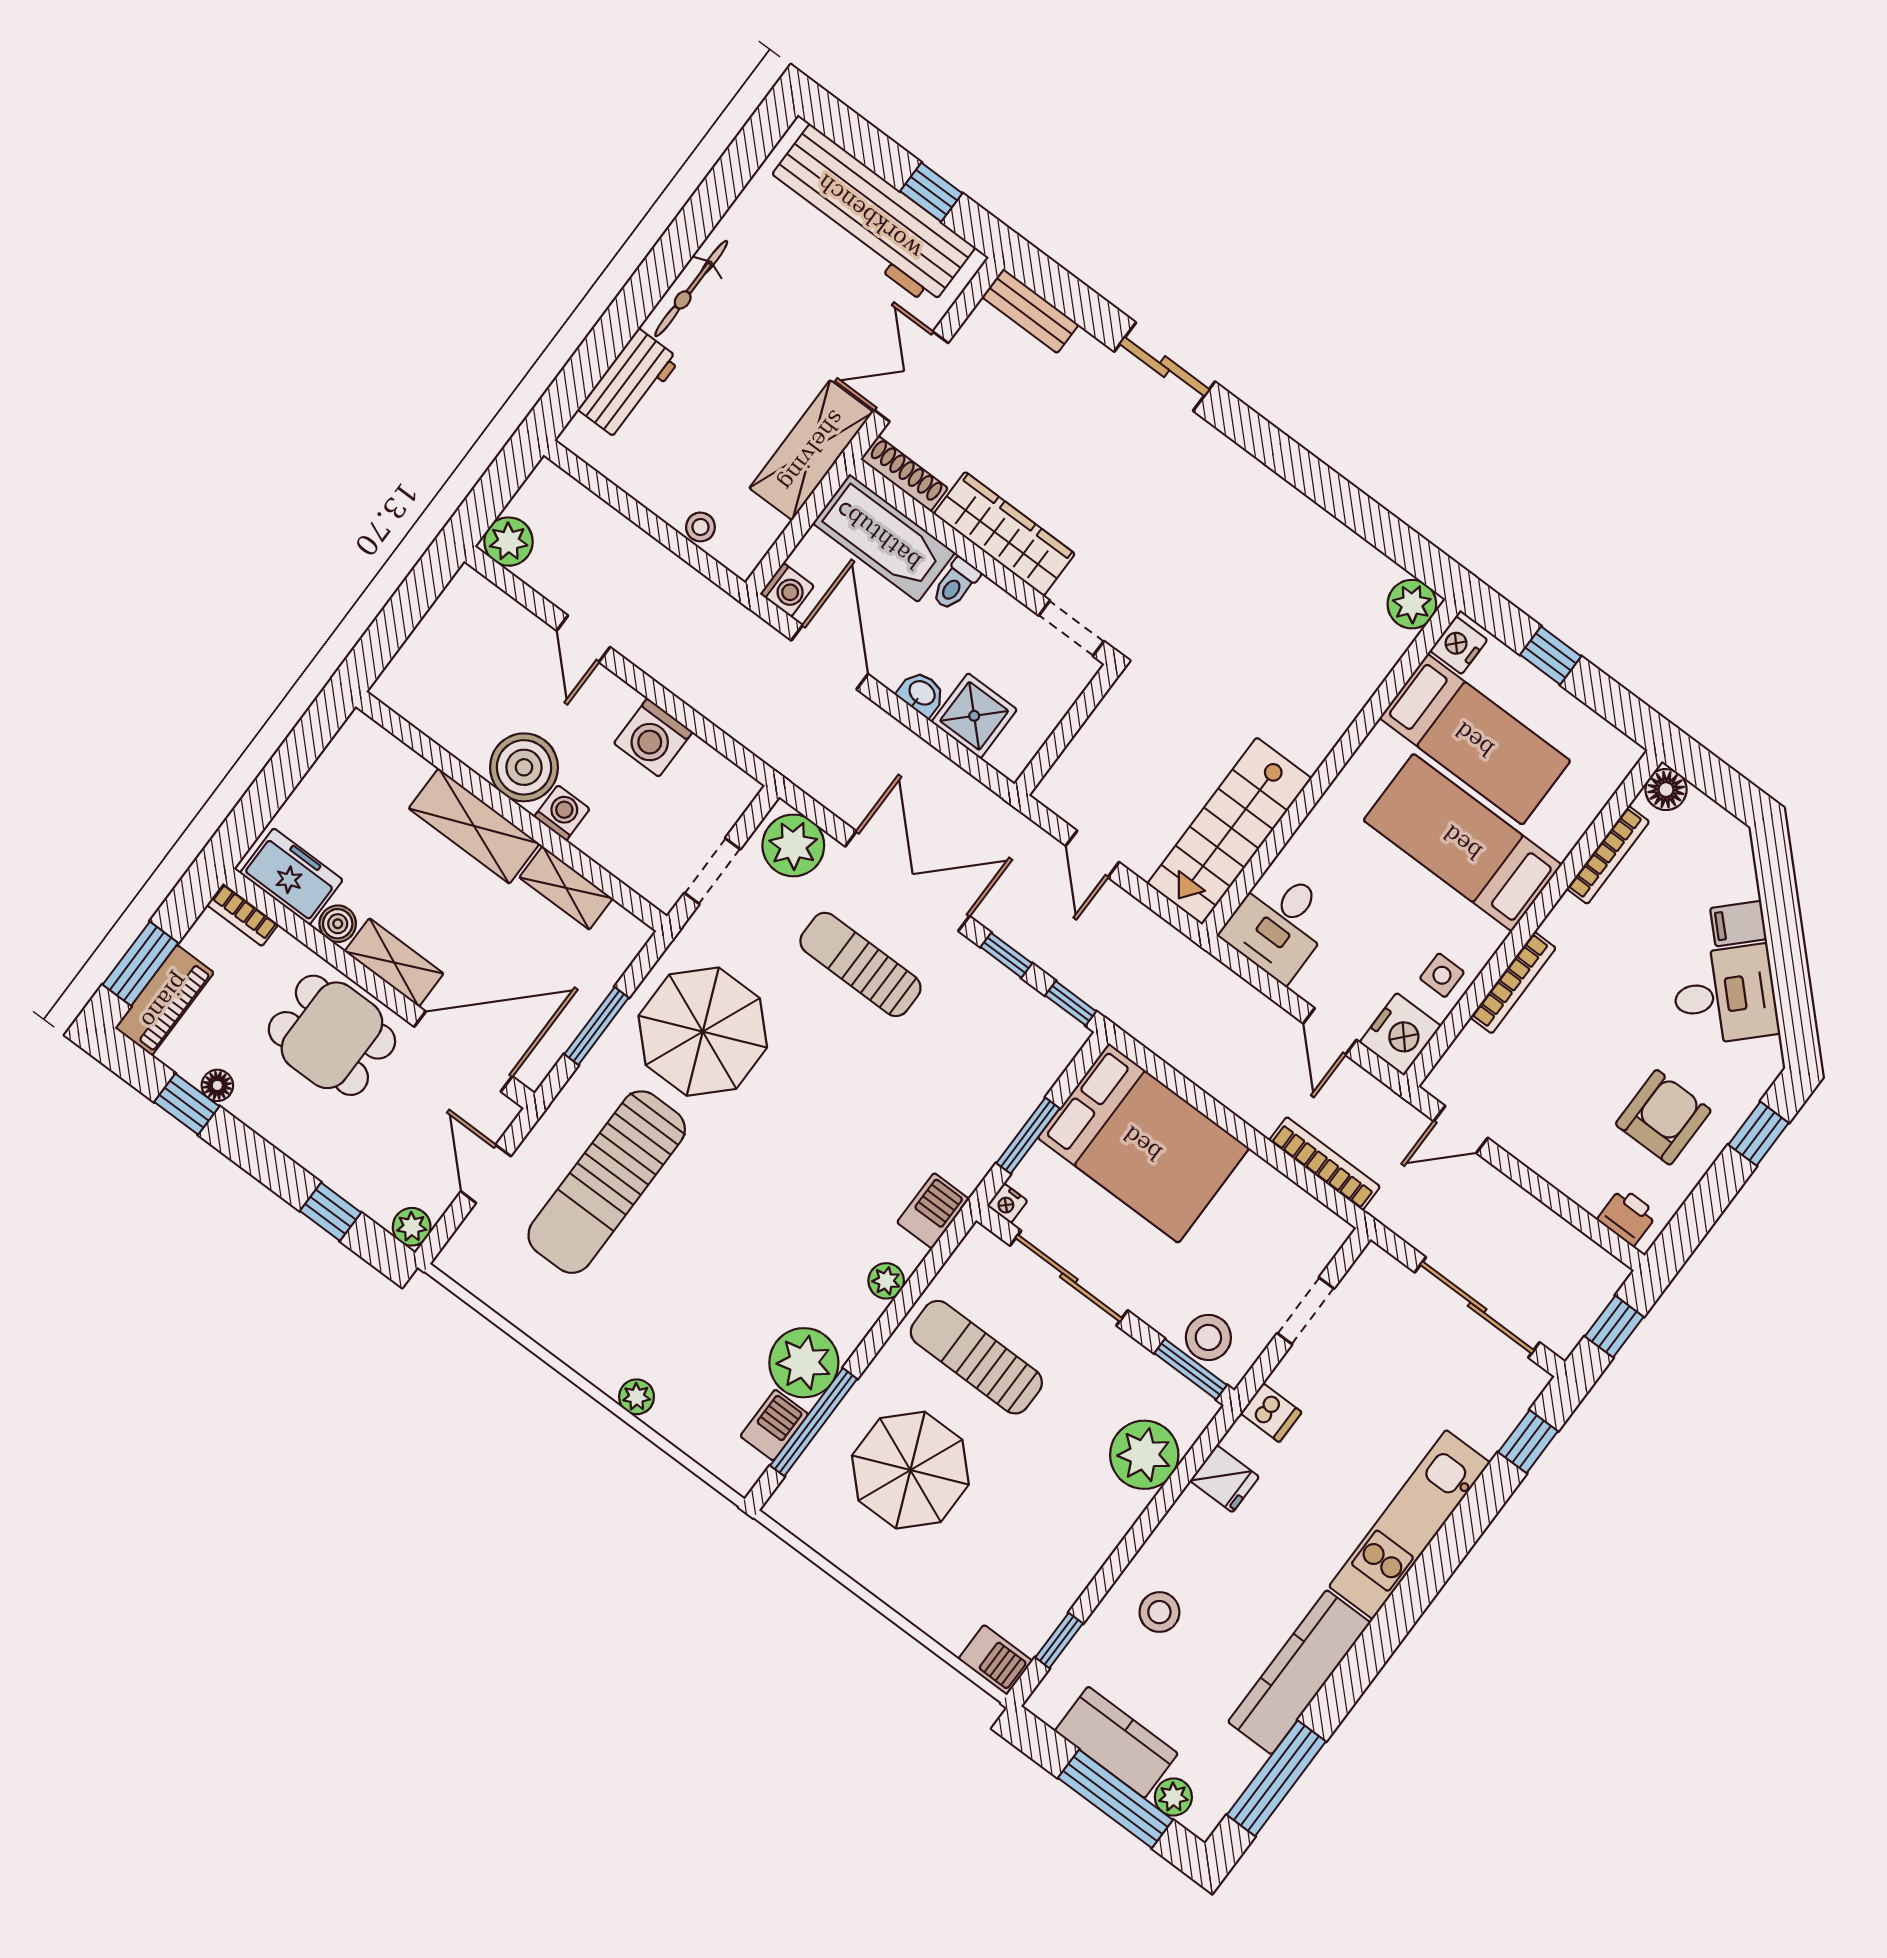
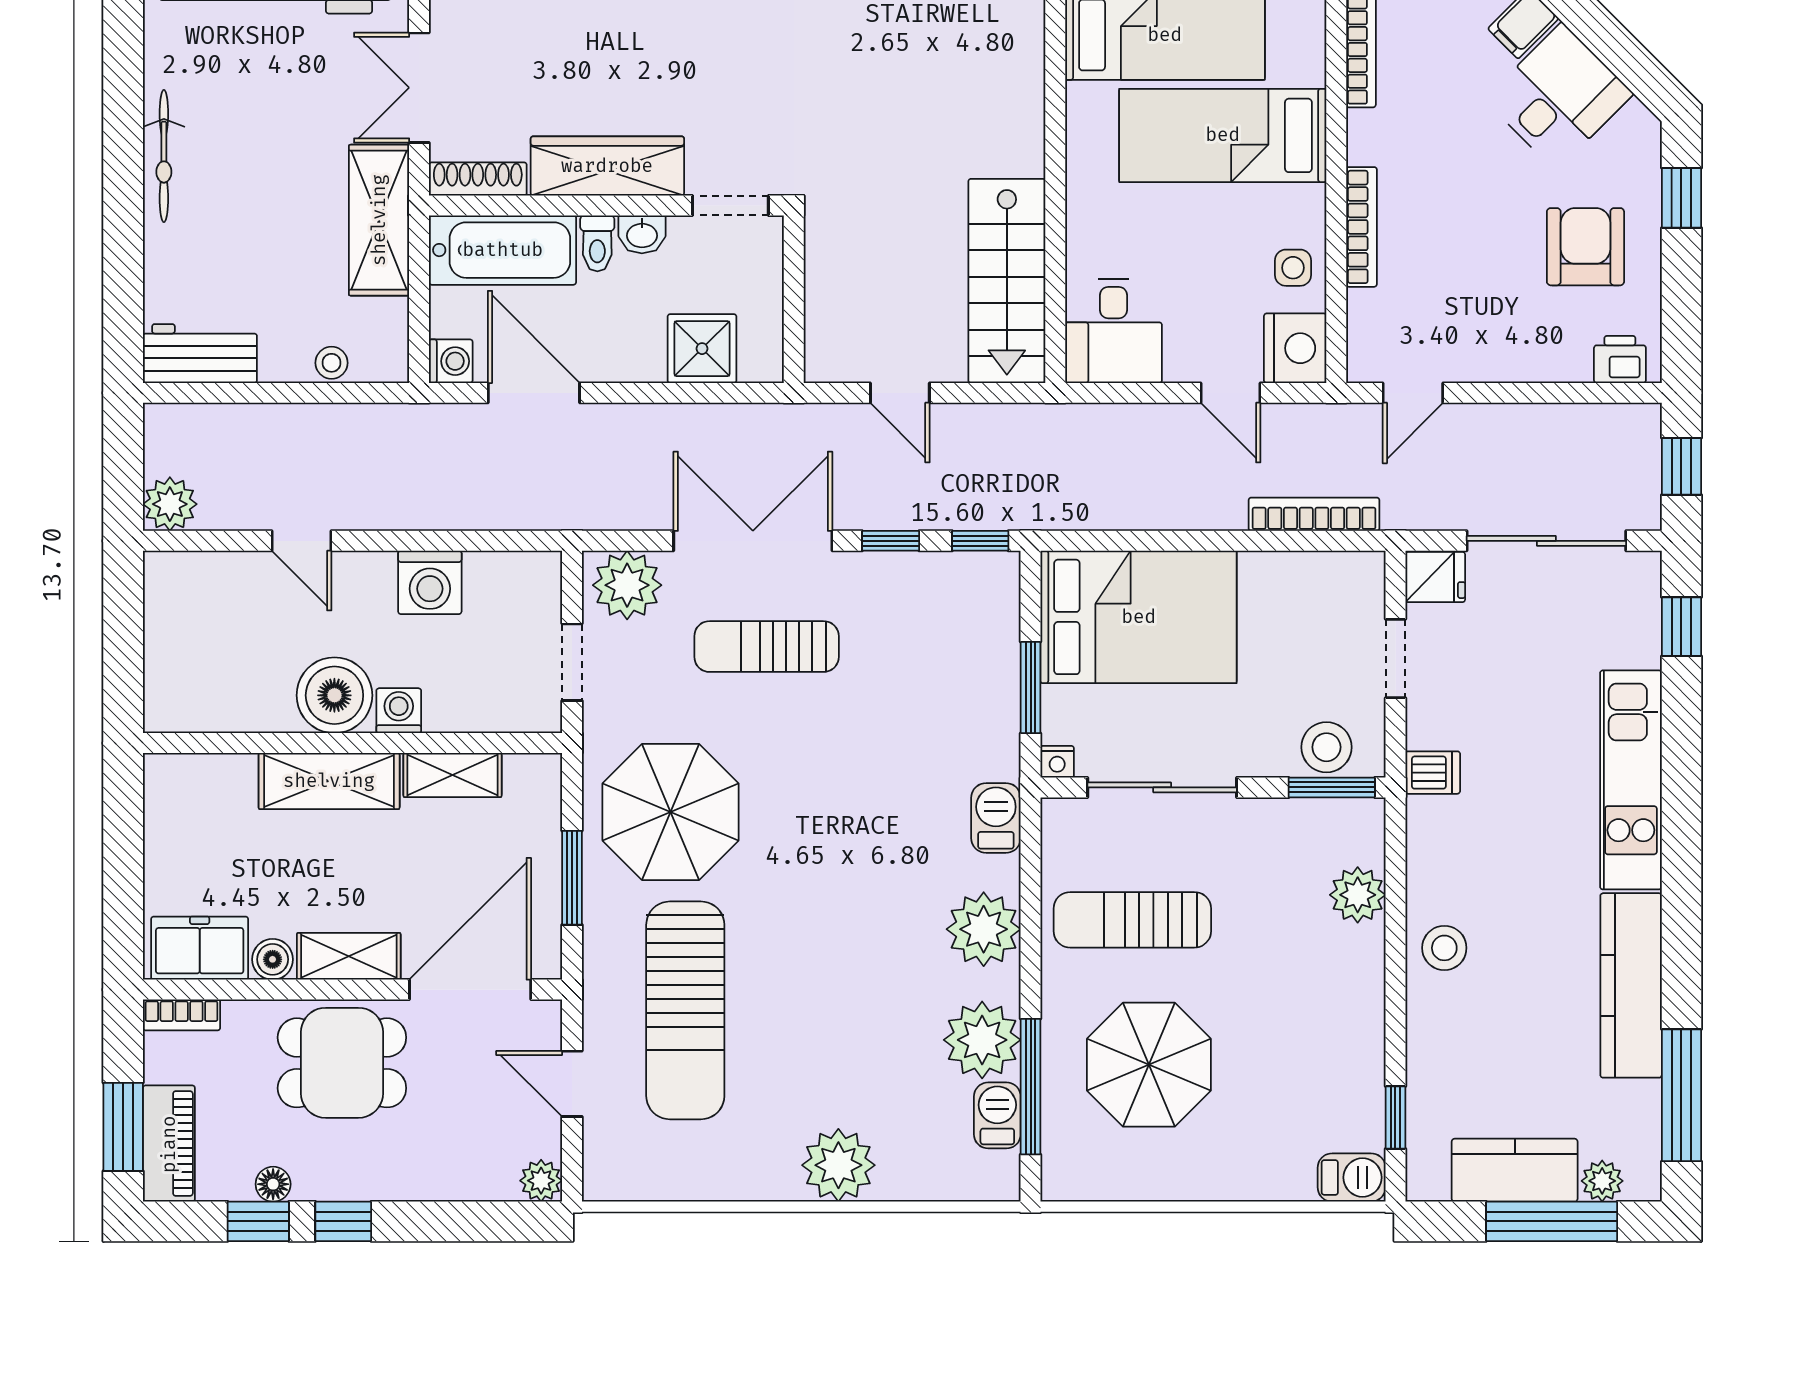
workbench: (629, 384) -> (200, 354), moved, turned -90
washbasin: (921, 694) -> (642, 234), moved, turned 180
window: (330, 1212) -> (343, 1221), moved
plant: (886, 1281) -> (984, 929), width x1.87, depth x1.87
plant: (637, 1397) -> (838, 1165), width x1.87, depth x1.87
plant: (1144, 1455) -> (1358, 895), width x0.73, depth x0.73
fridge: (1225, 1479) -> (1435, 577), moved
stool: (1159, 1612) -> (1444, 948), moved

